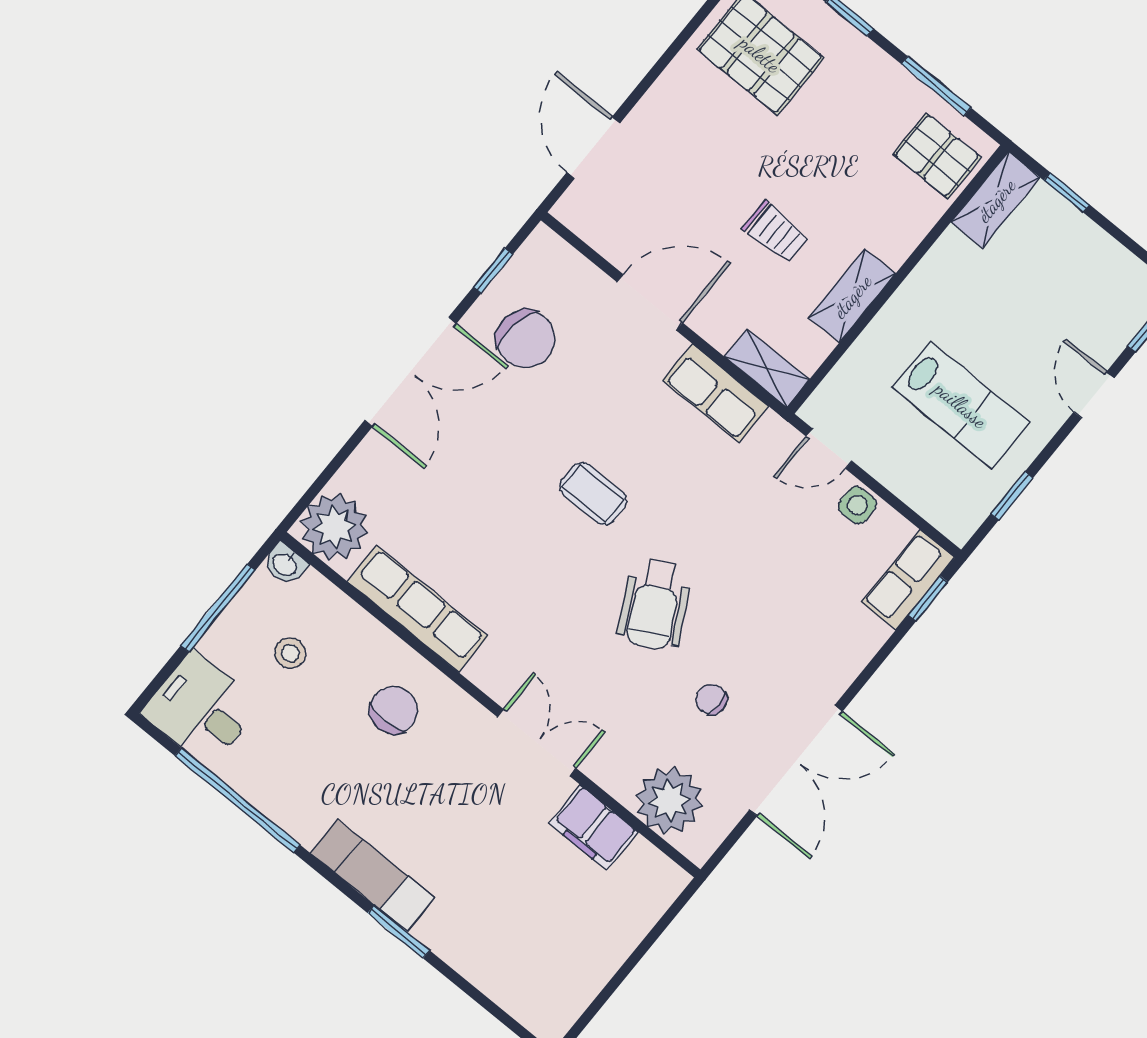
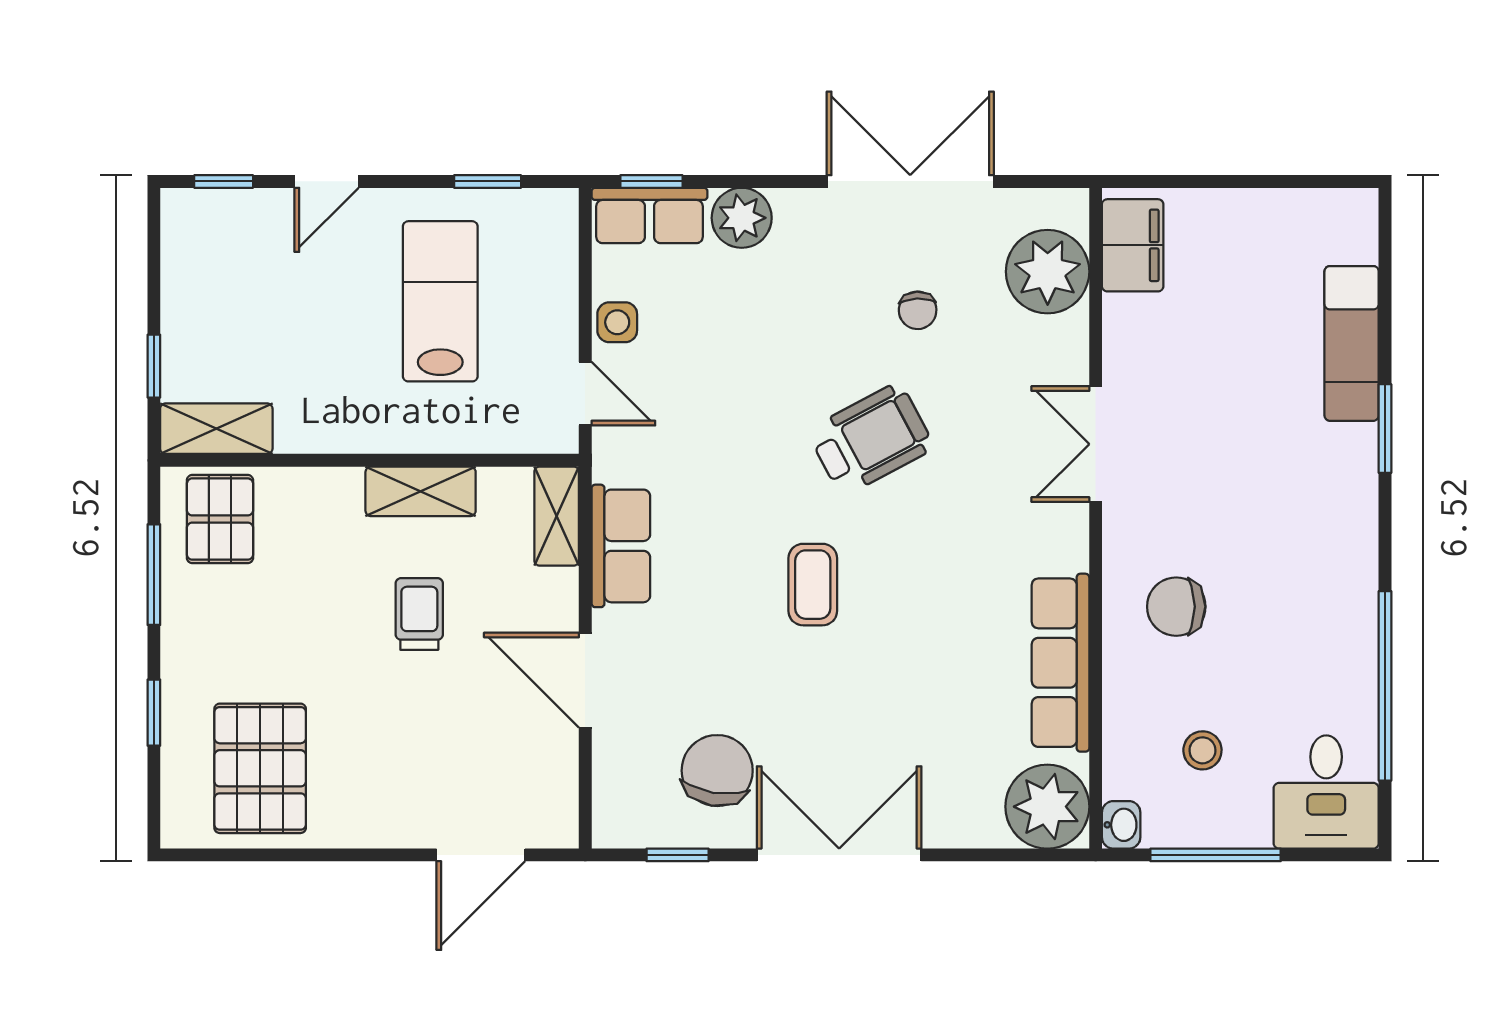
plant: (859, 636) -> (742, 218), added
filing cabinet: (593, 828) -> (1133, 245), moved
exam couch: (372, 875) -> (1352, 343), moved

